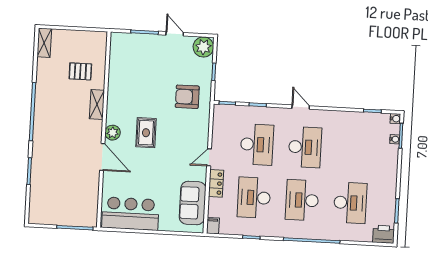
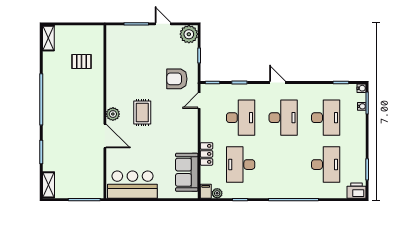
shelving: (97, 105) -> (48, 185), moved
door: (209, 157) -> (199, 101), moved
desk: (302, 200) -> (326, 118), moved, turned 180
plant: (226, 229) -> (217, 193), added

